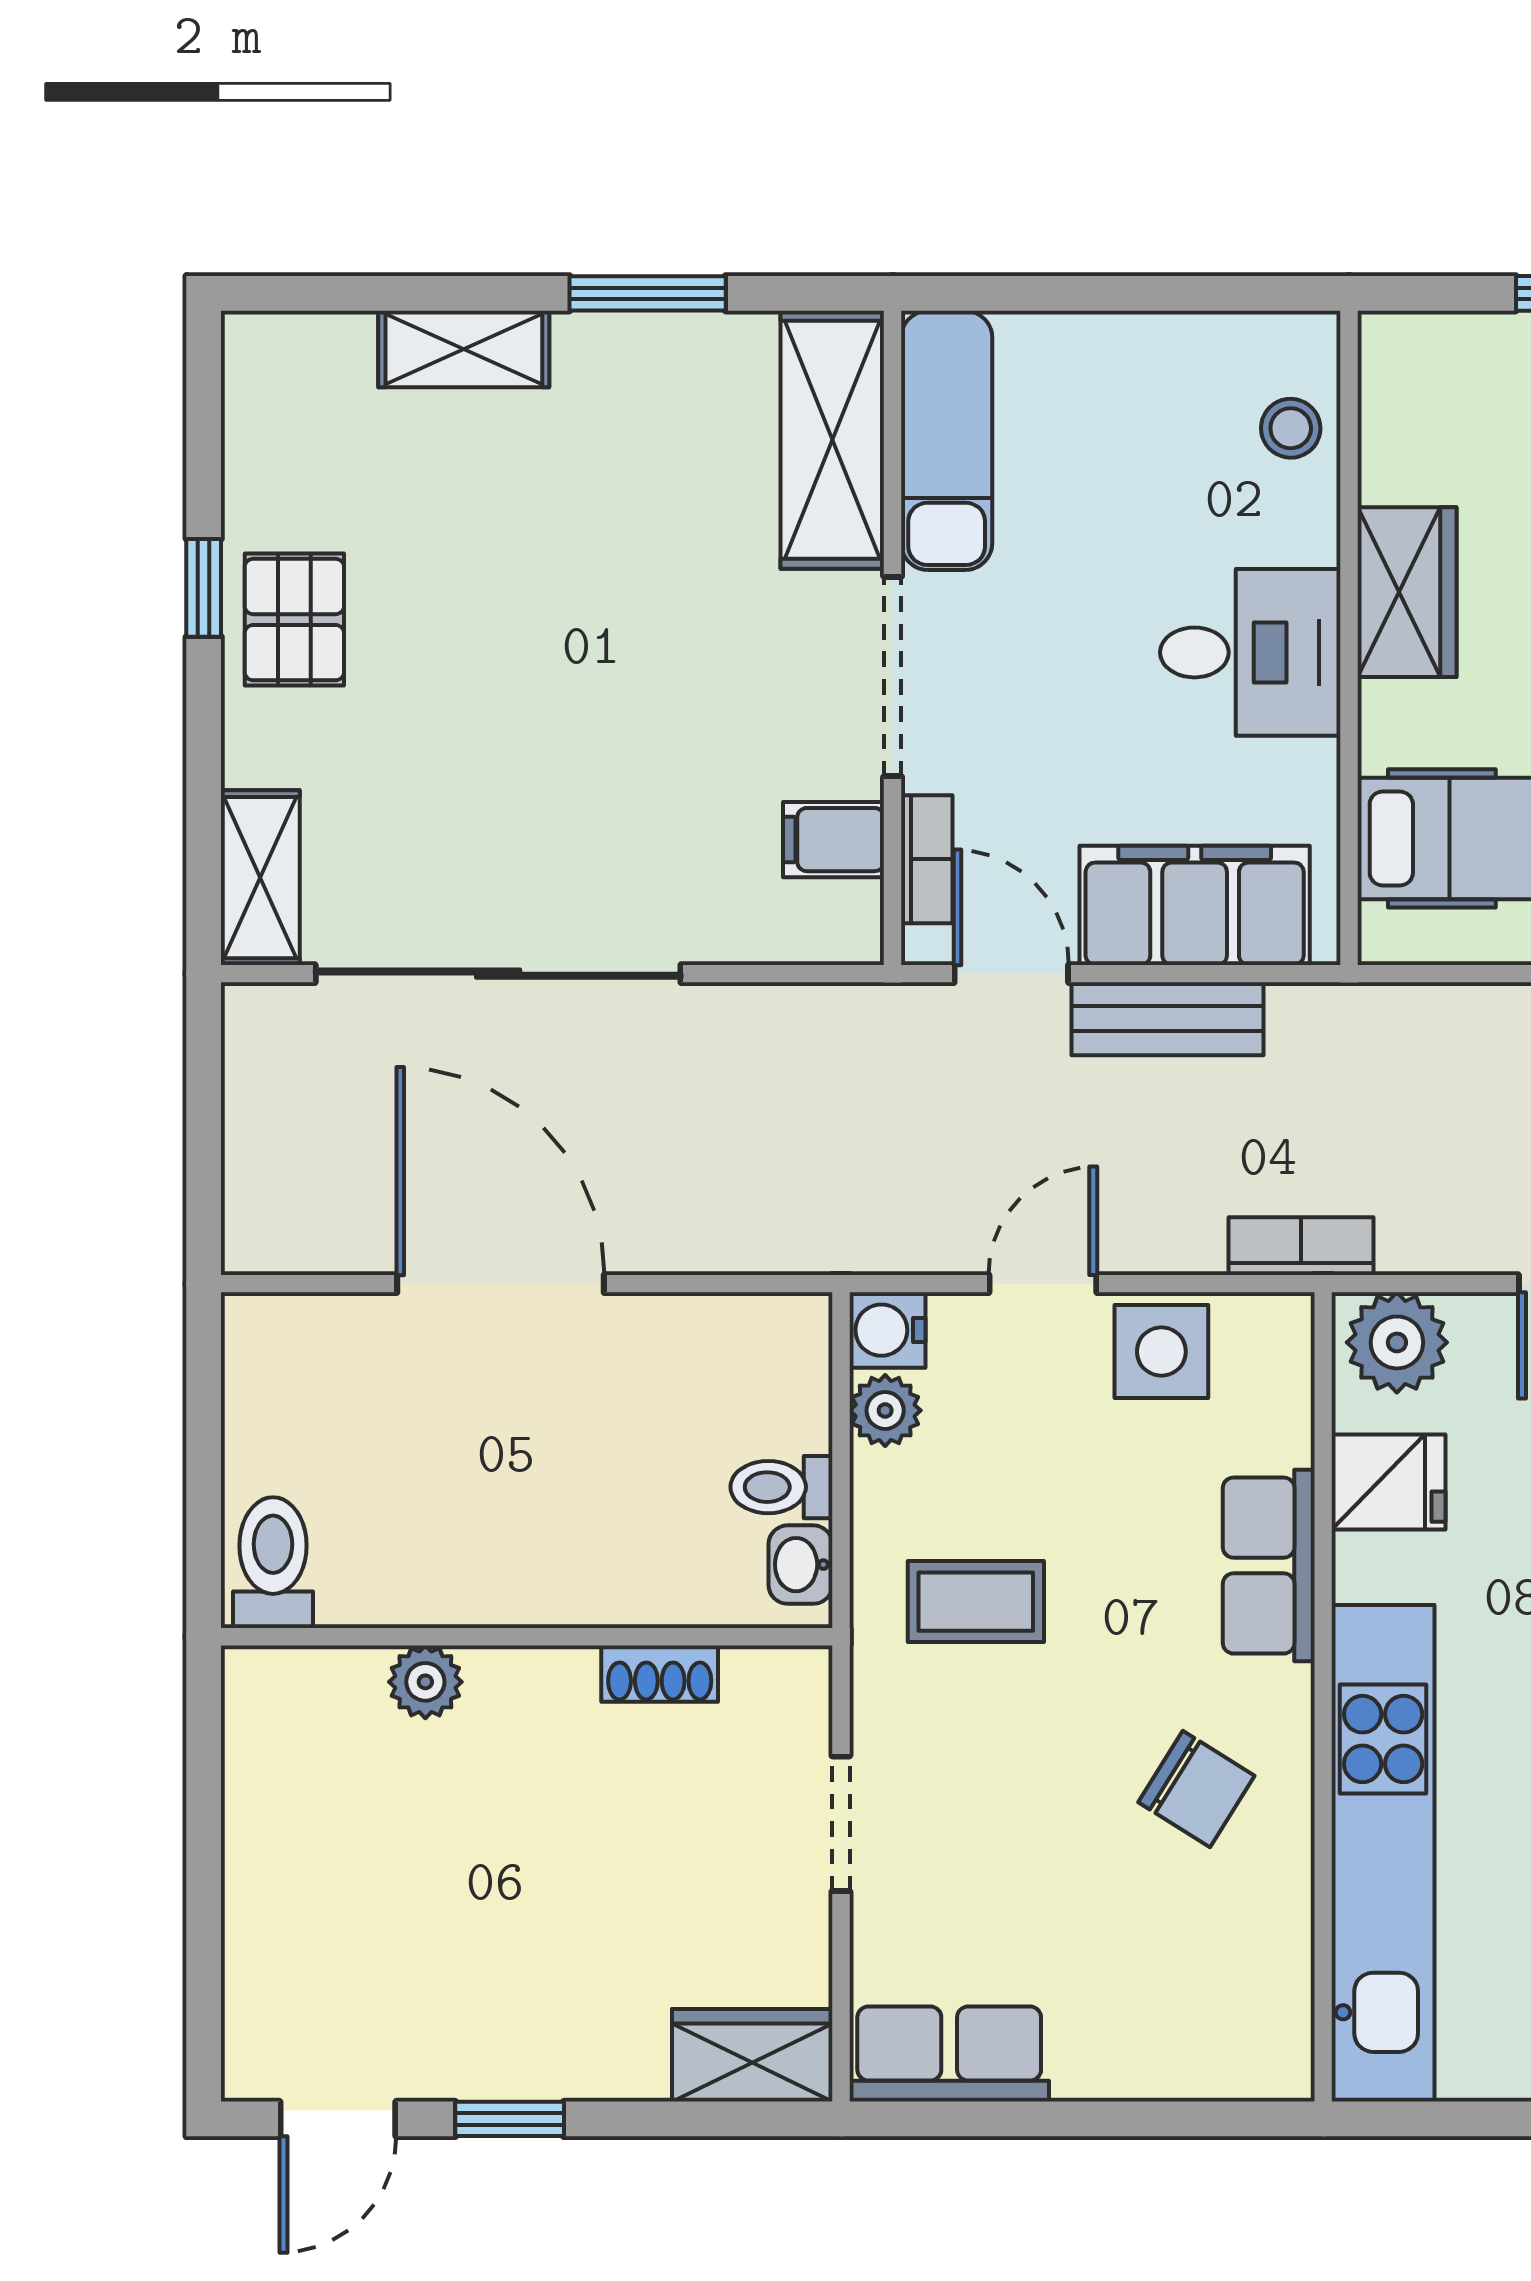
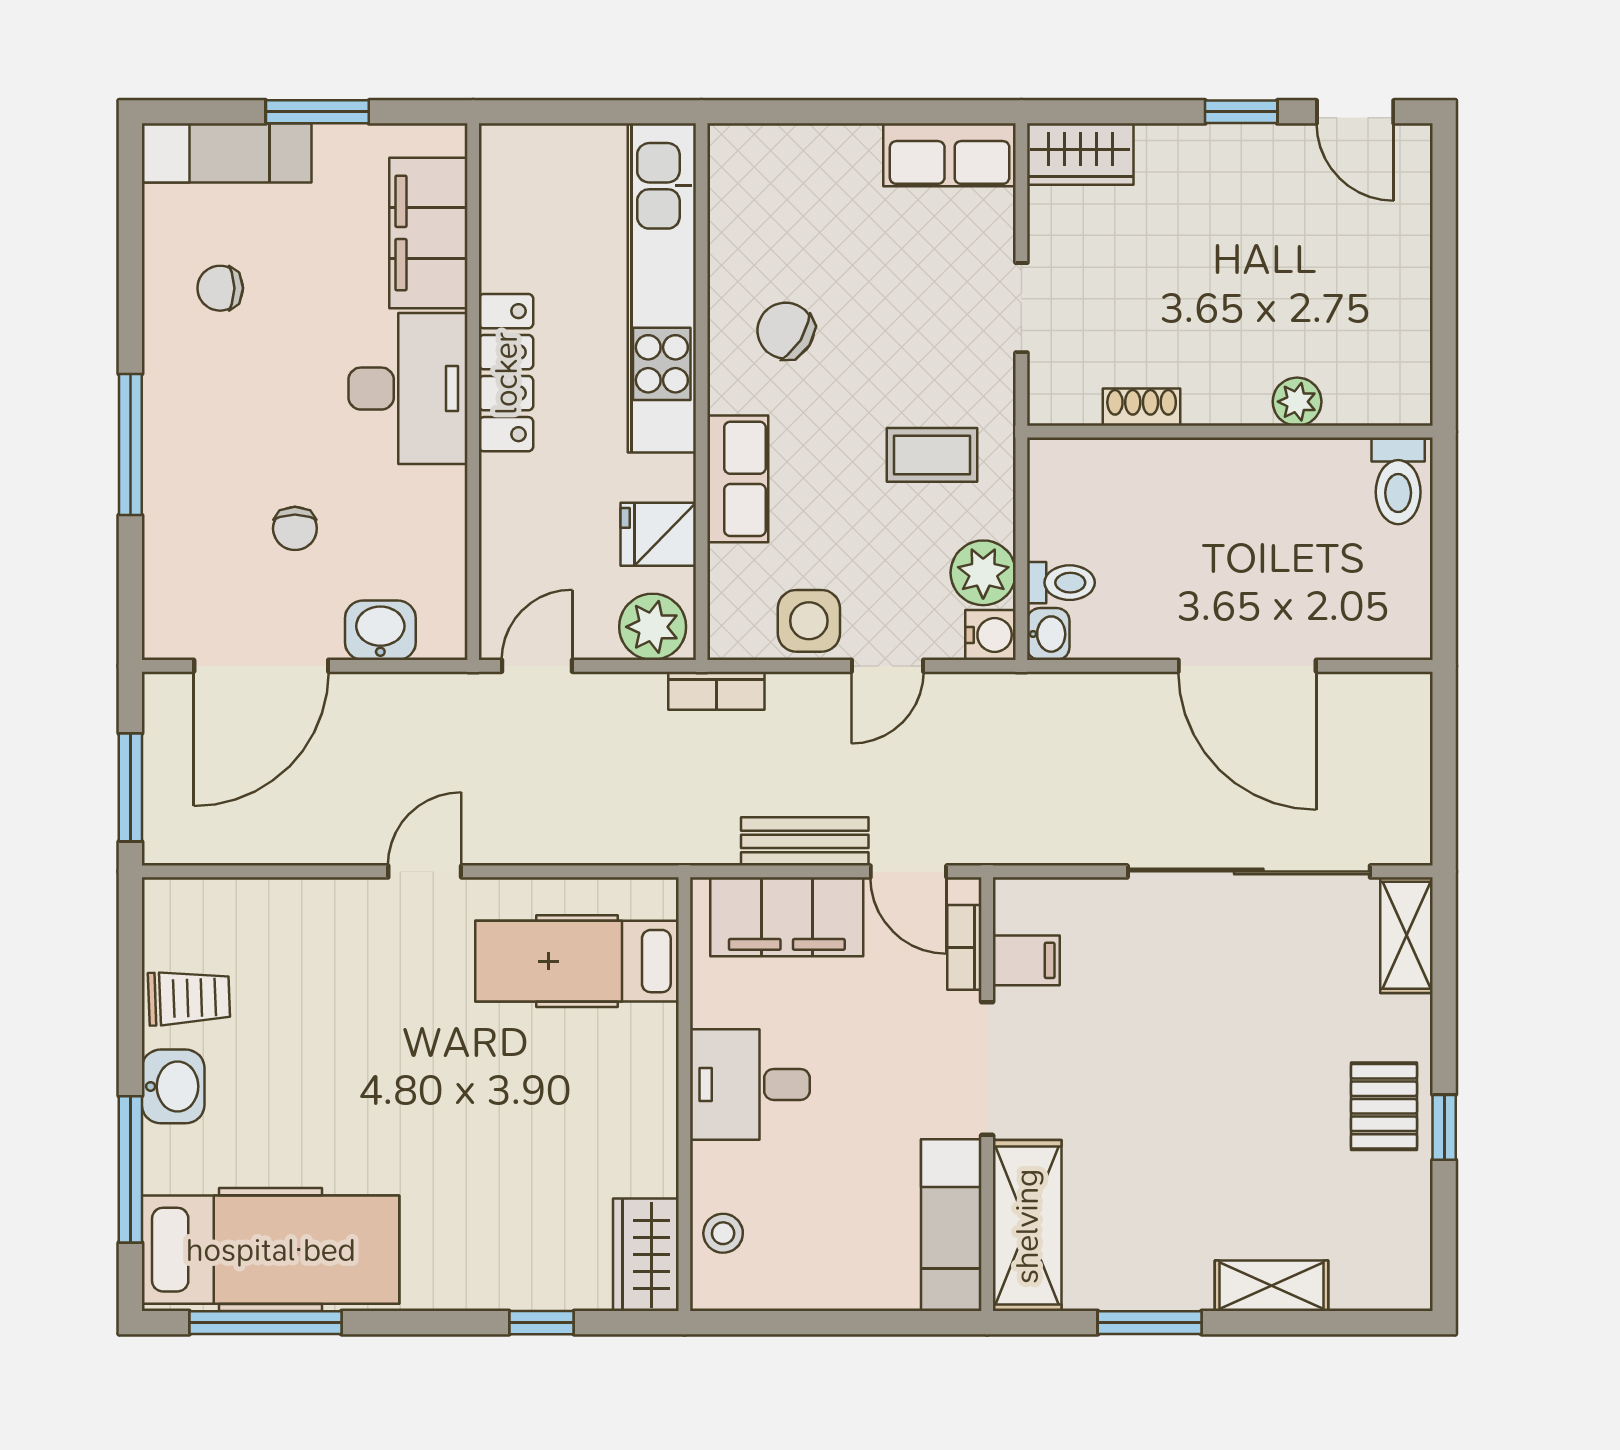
wardrobe: (1407, 592) -> (646, 1255), moved
plant: (885, 1410) -> (983, 573), width x1.38, depth x1.38
toilet: (781, 1487) -> (1061, 583), moved
washbasin: (800, 1565) -> (1048, 634), moved
door: (338, 2119) -> (1355, 112), swing flipped

